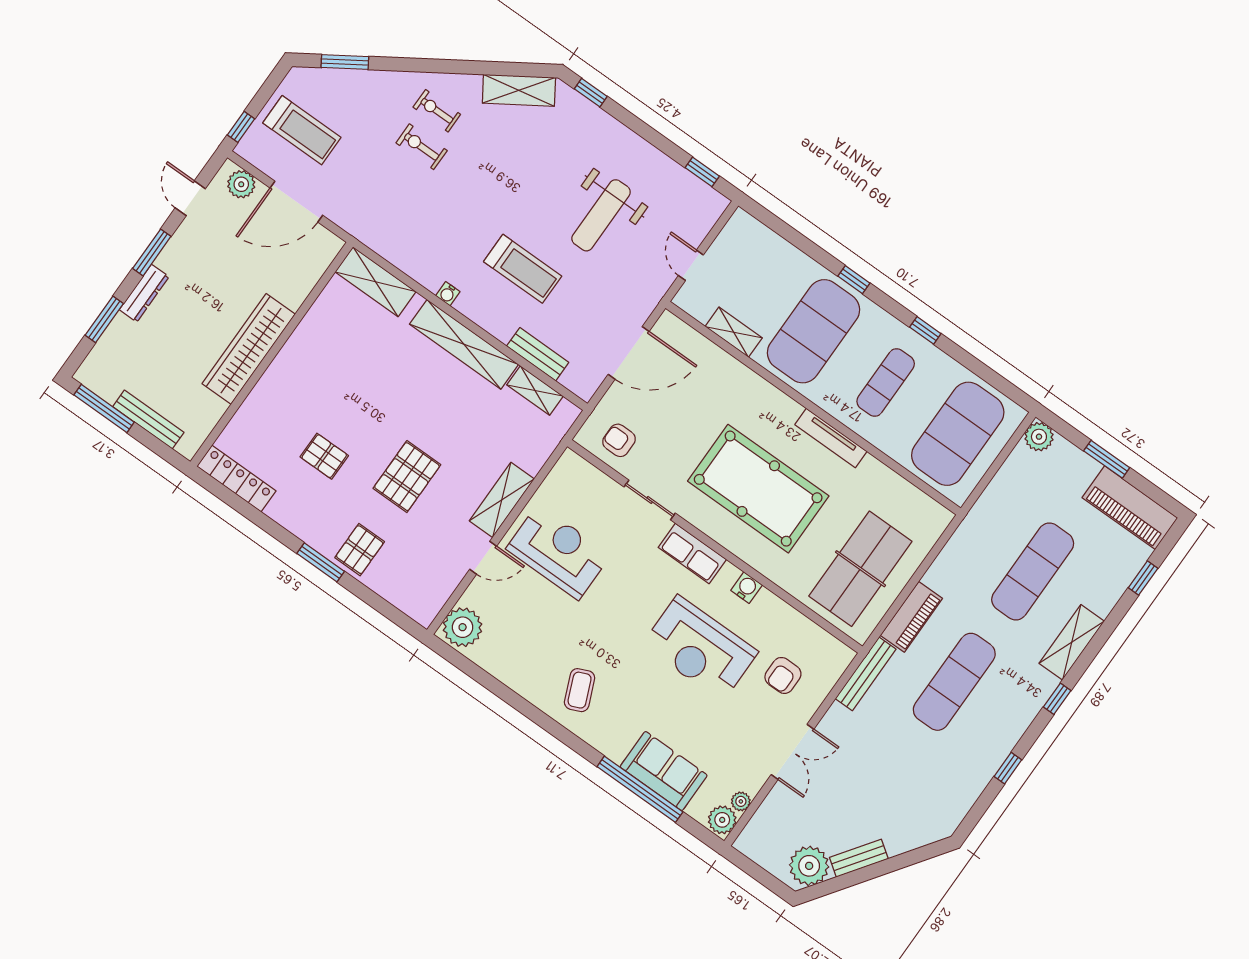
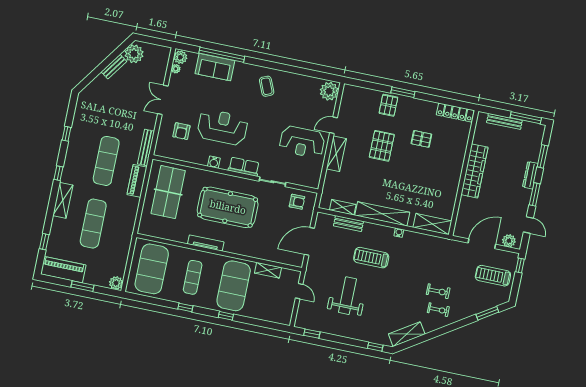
armchair: (783, 675) -> (181, 131), turned 180

